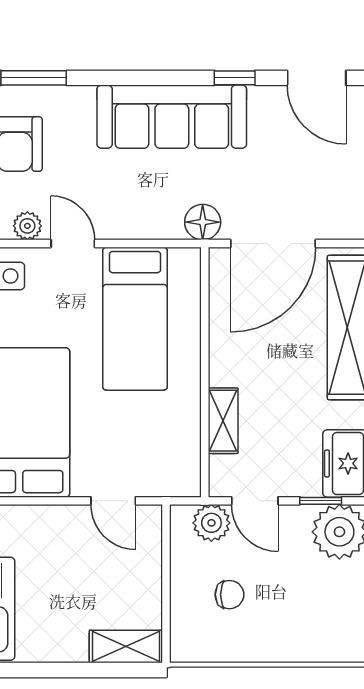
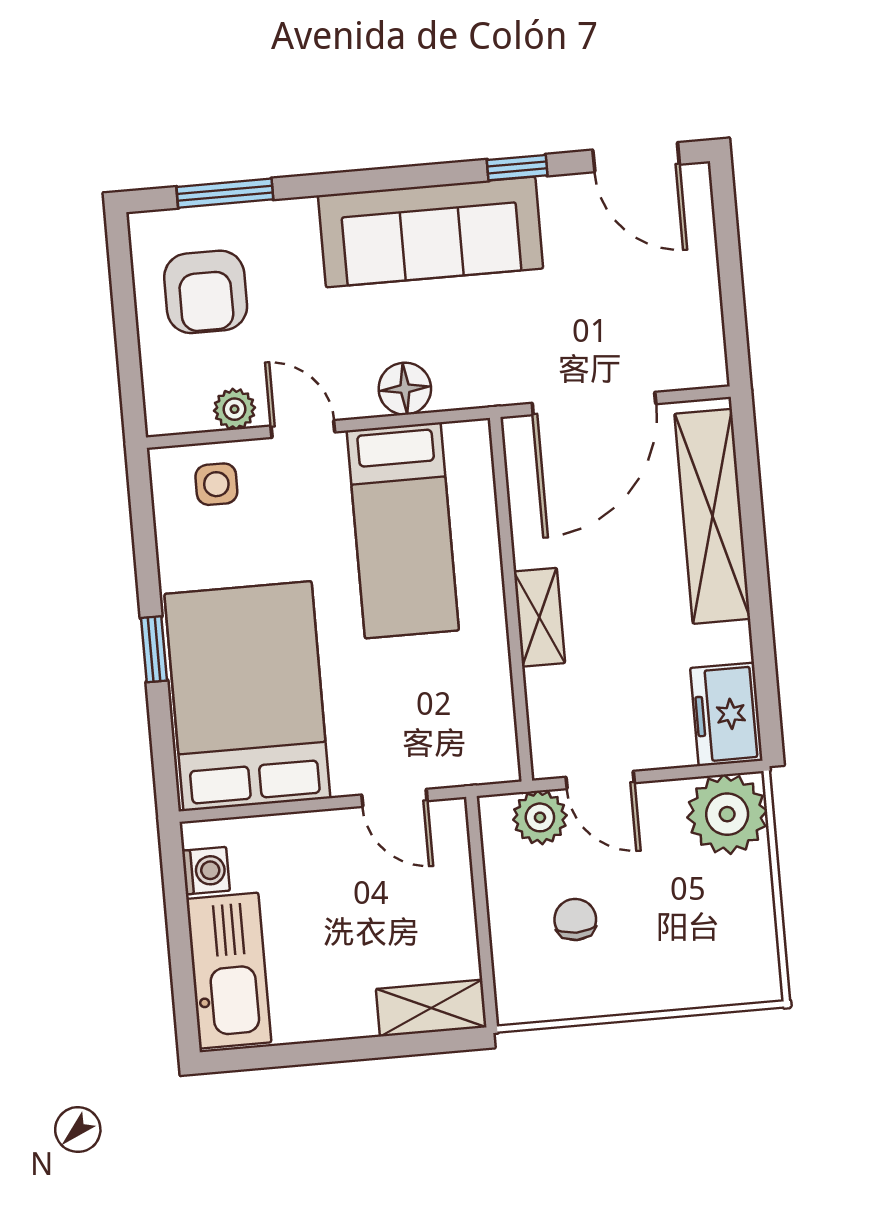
floor lamp: (203, 222) -> (405, 389), moved
shelving: (223, 421) -> (539, 617), moved
window: (321, 501) -> (696, 772), removed
chair: (229, 595) -> (575, 919), turned -90

